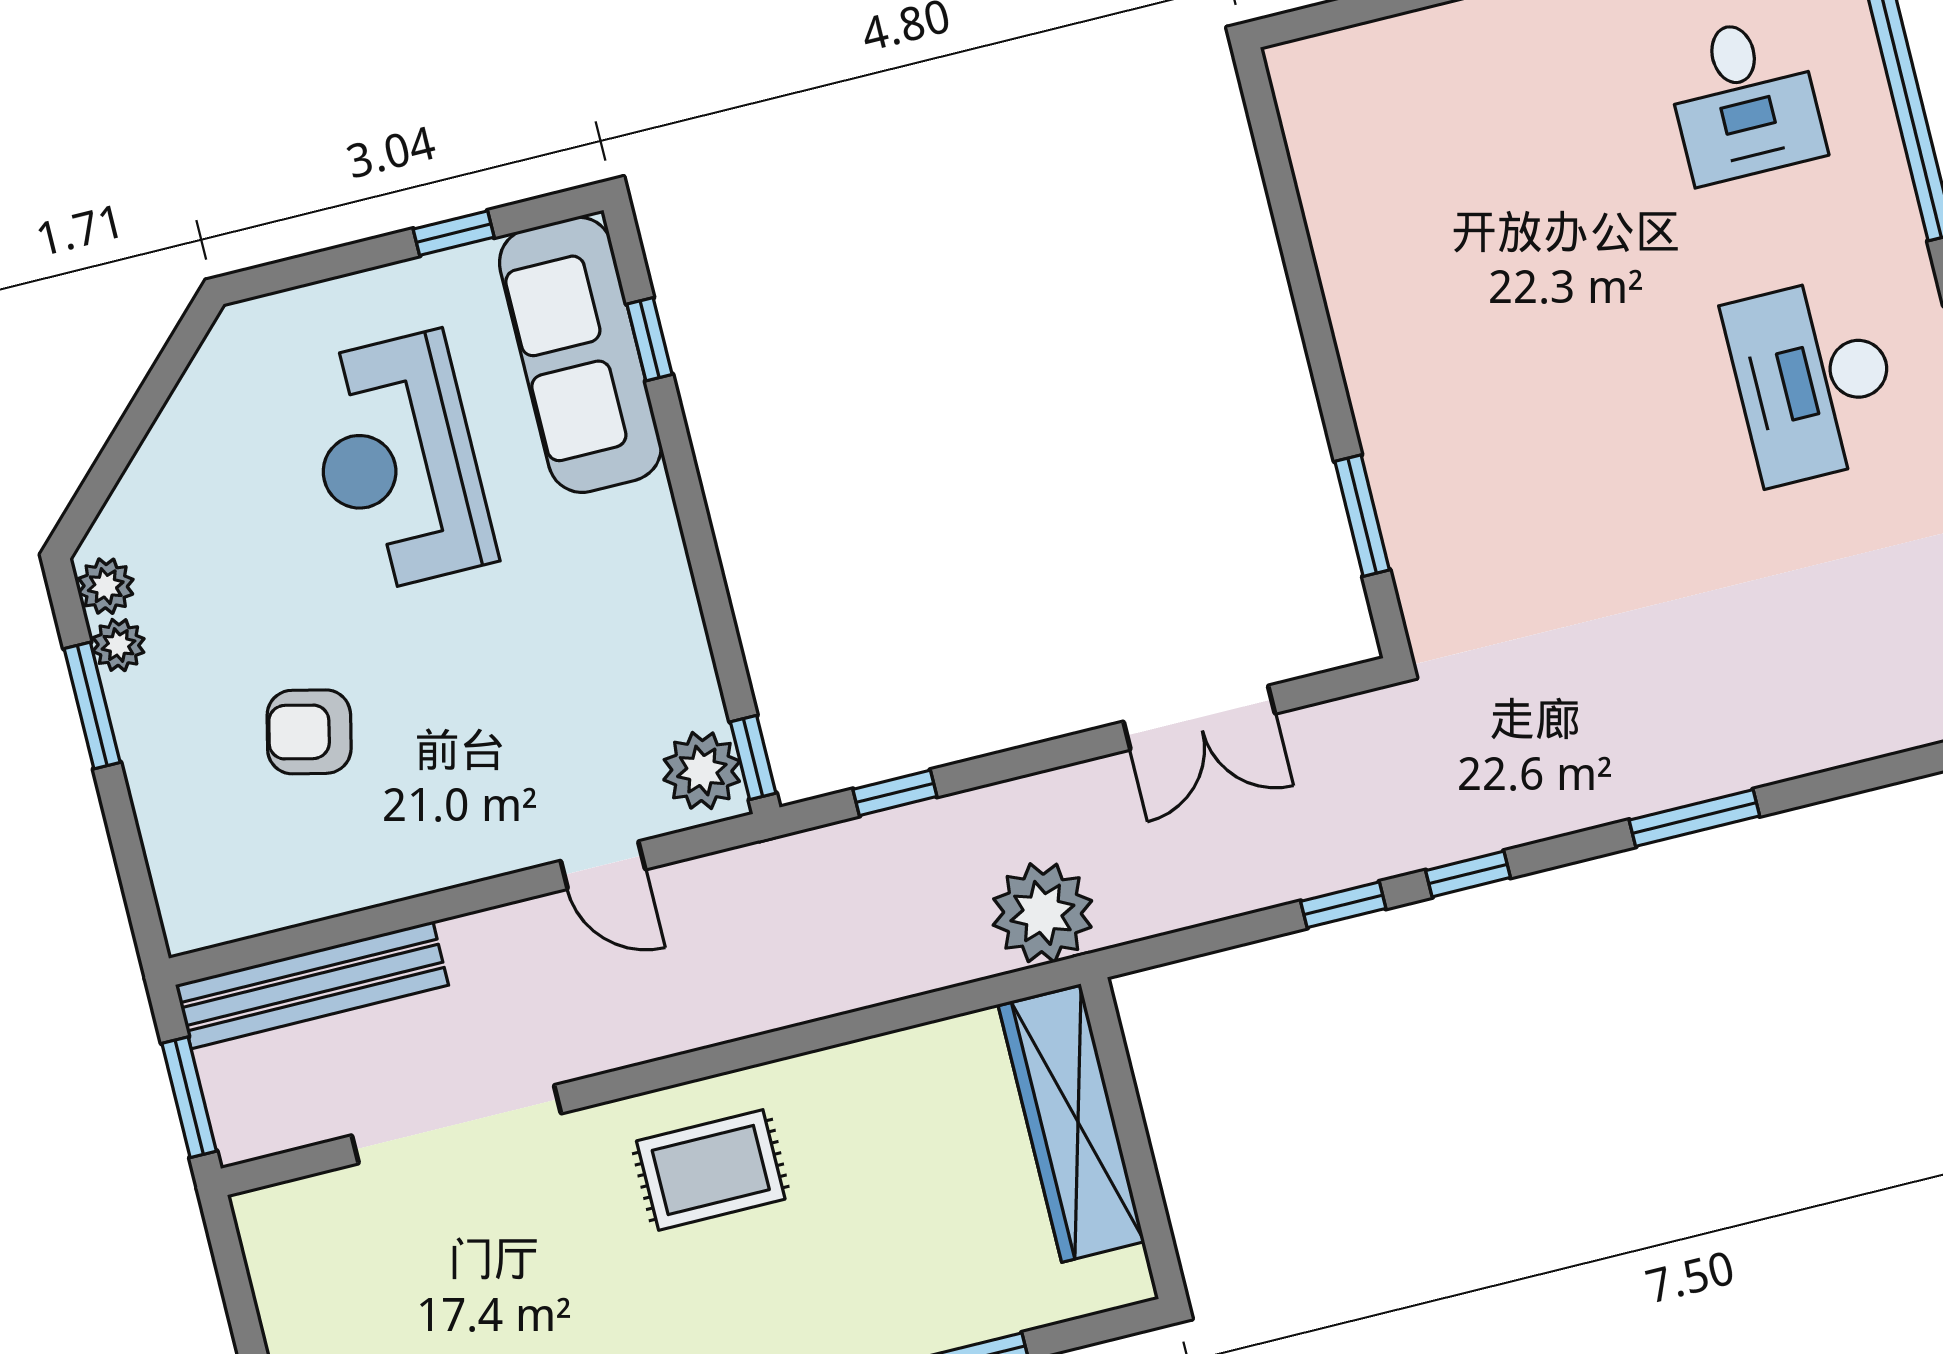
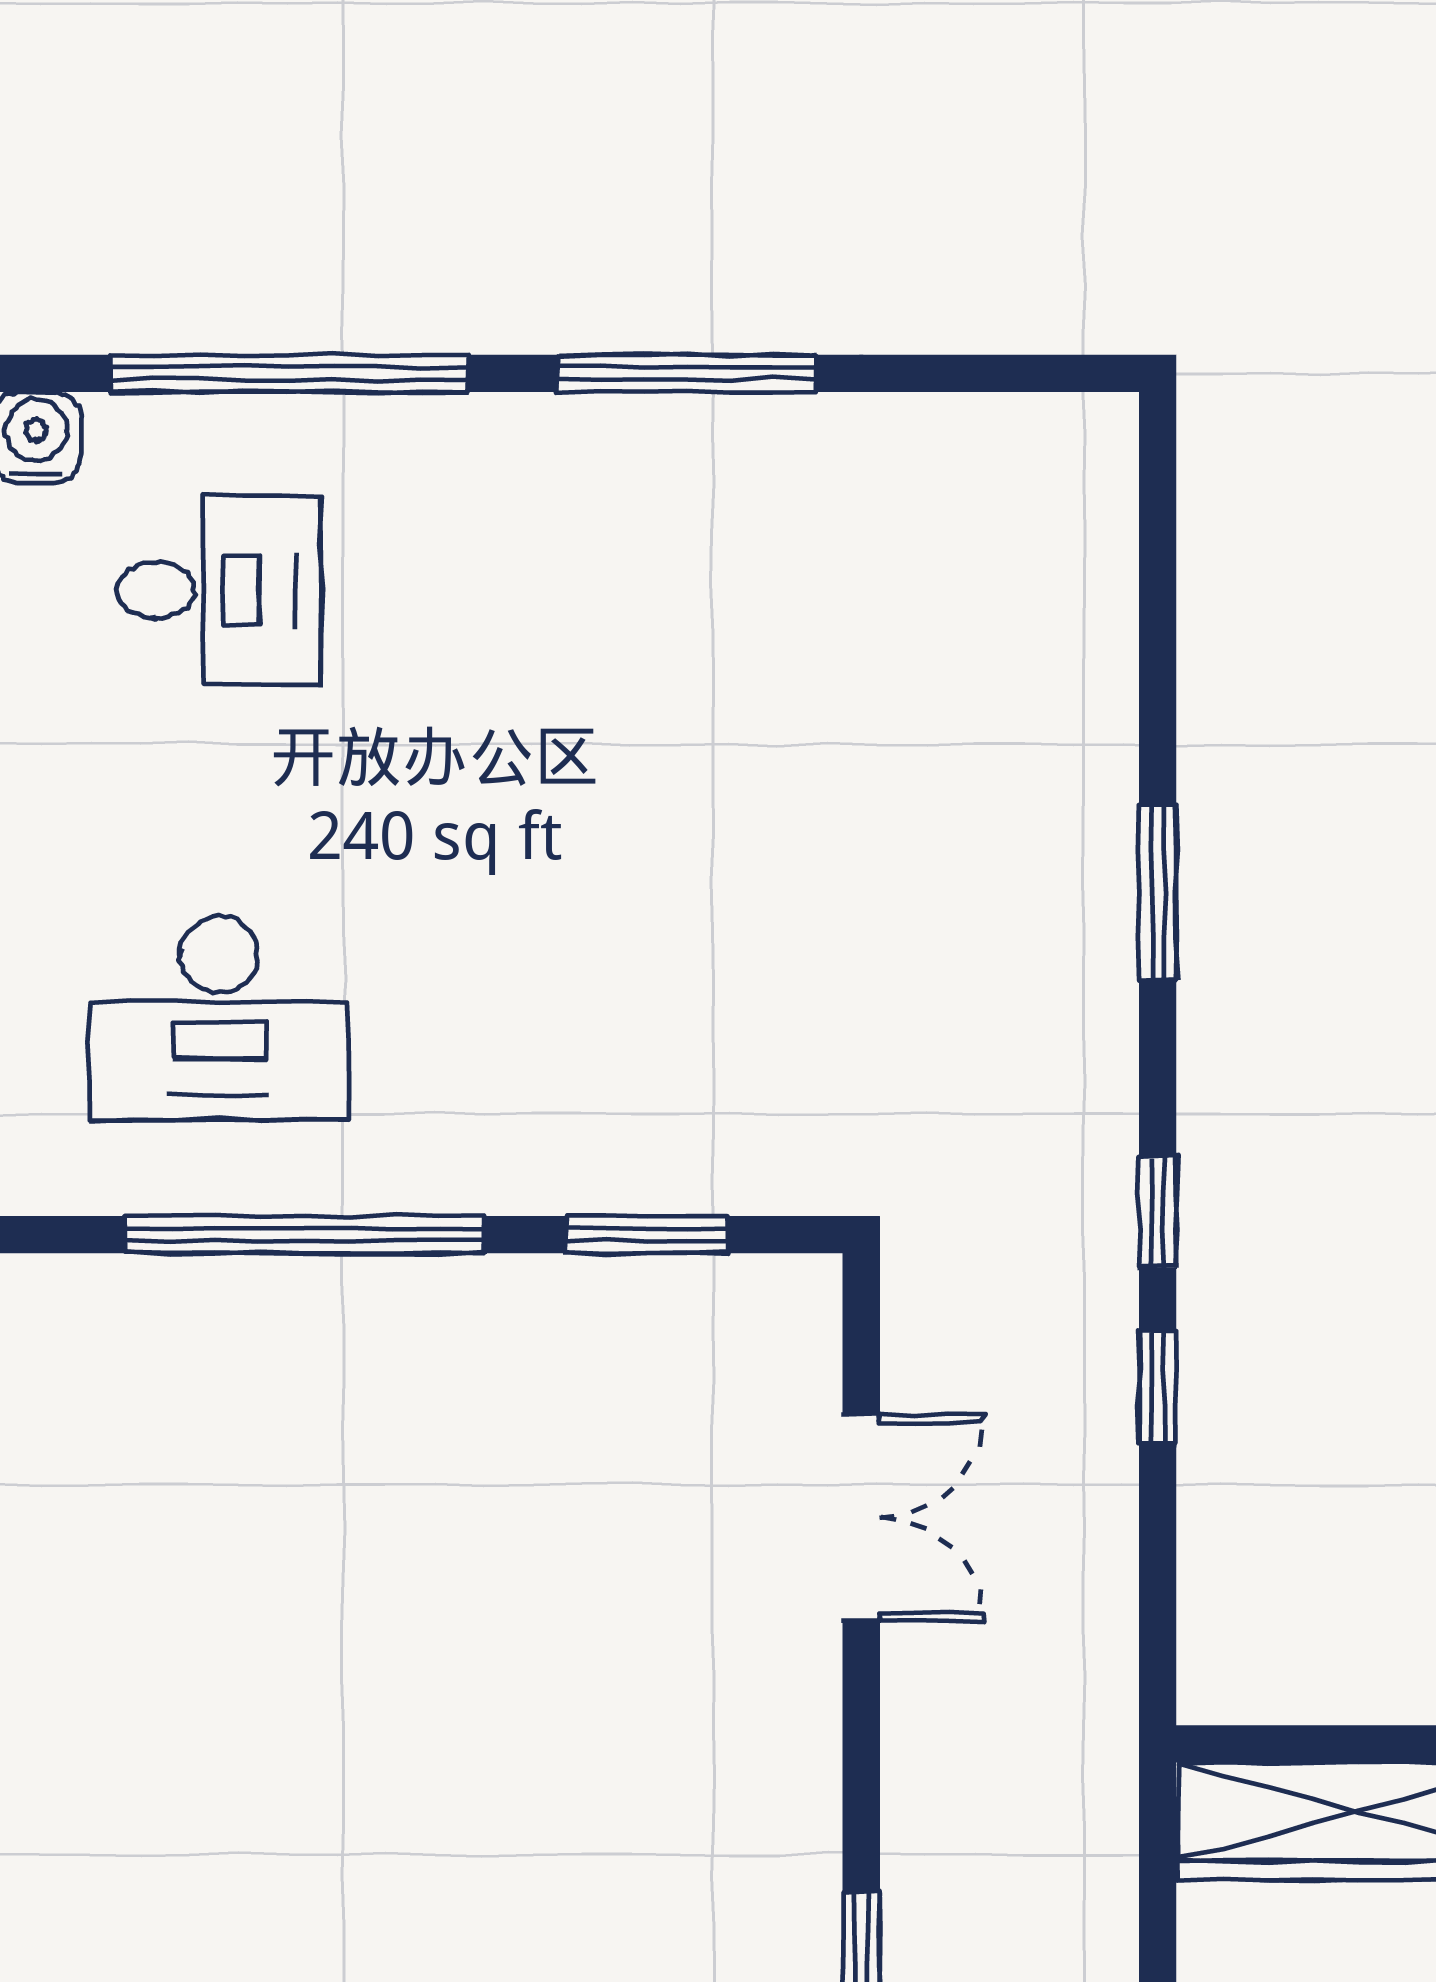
window: (1302, 273) -> (305, 1235), added
desk: (1814, 380) -> (219, 1018), moved
plant: (1042, 913) -> (1069, 1790), removed

